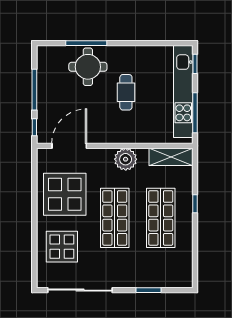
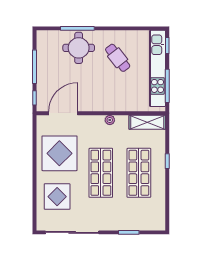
cafe table: (126, 92) -> (118, 58), moved, turned -38
plant: (126, 159) -> (110, 120), width x0.53, depth x0.53

